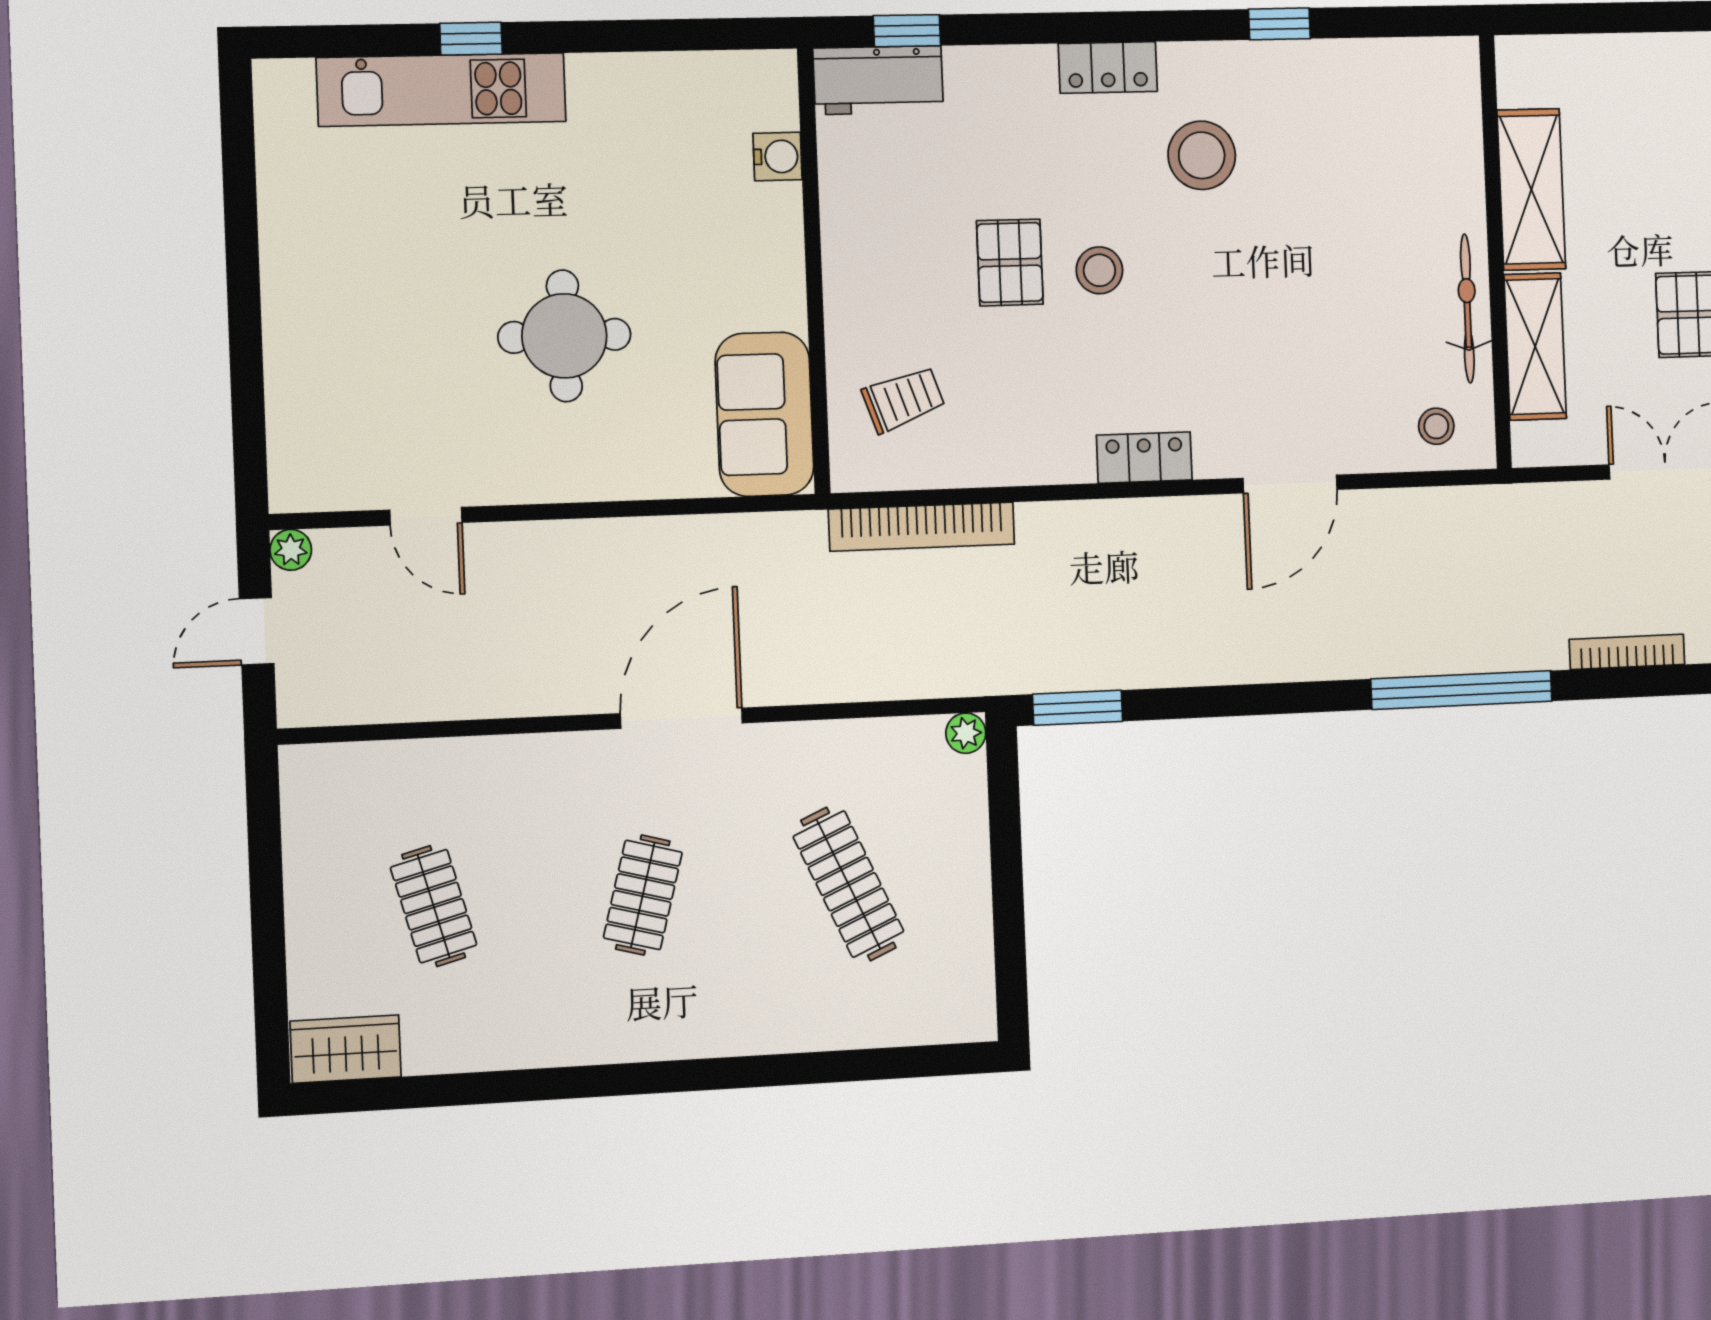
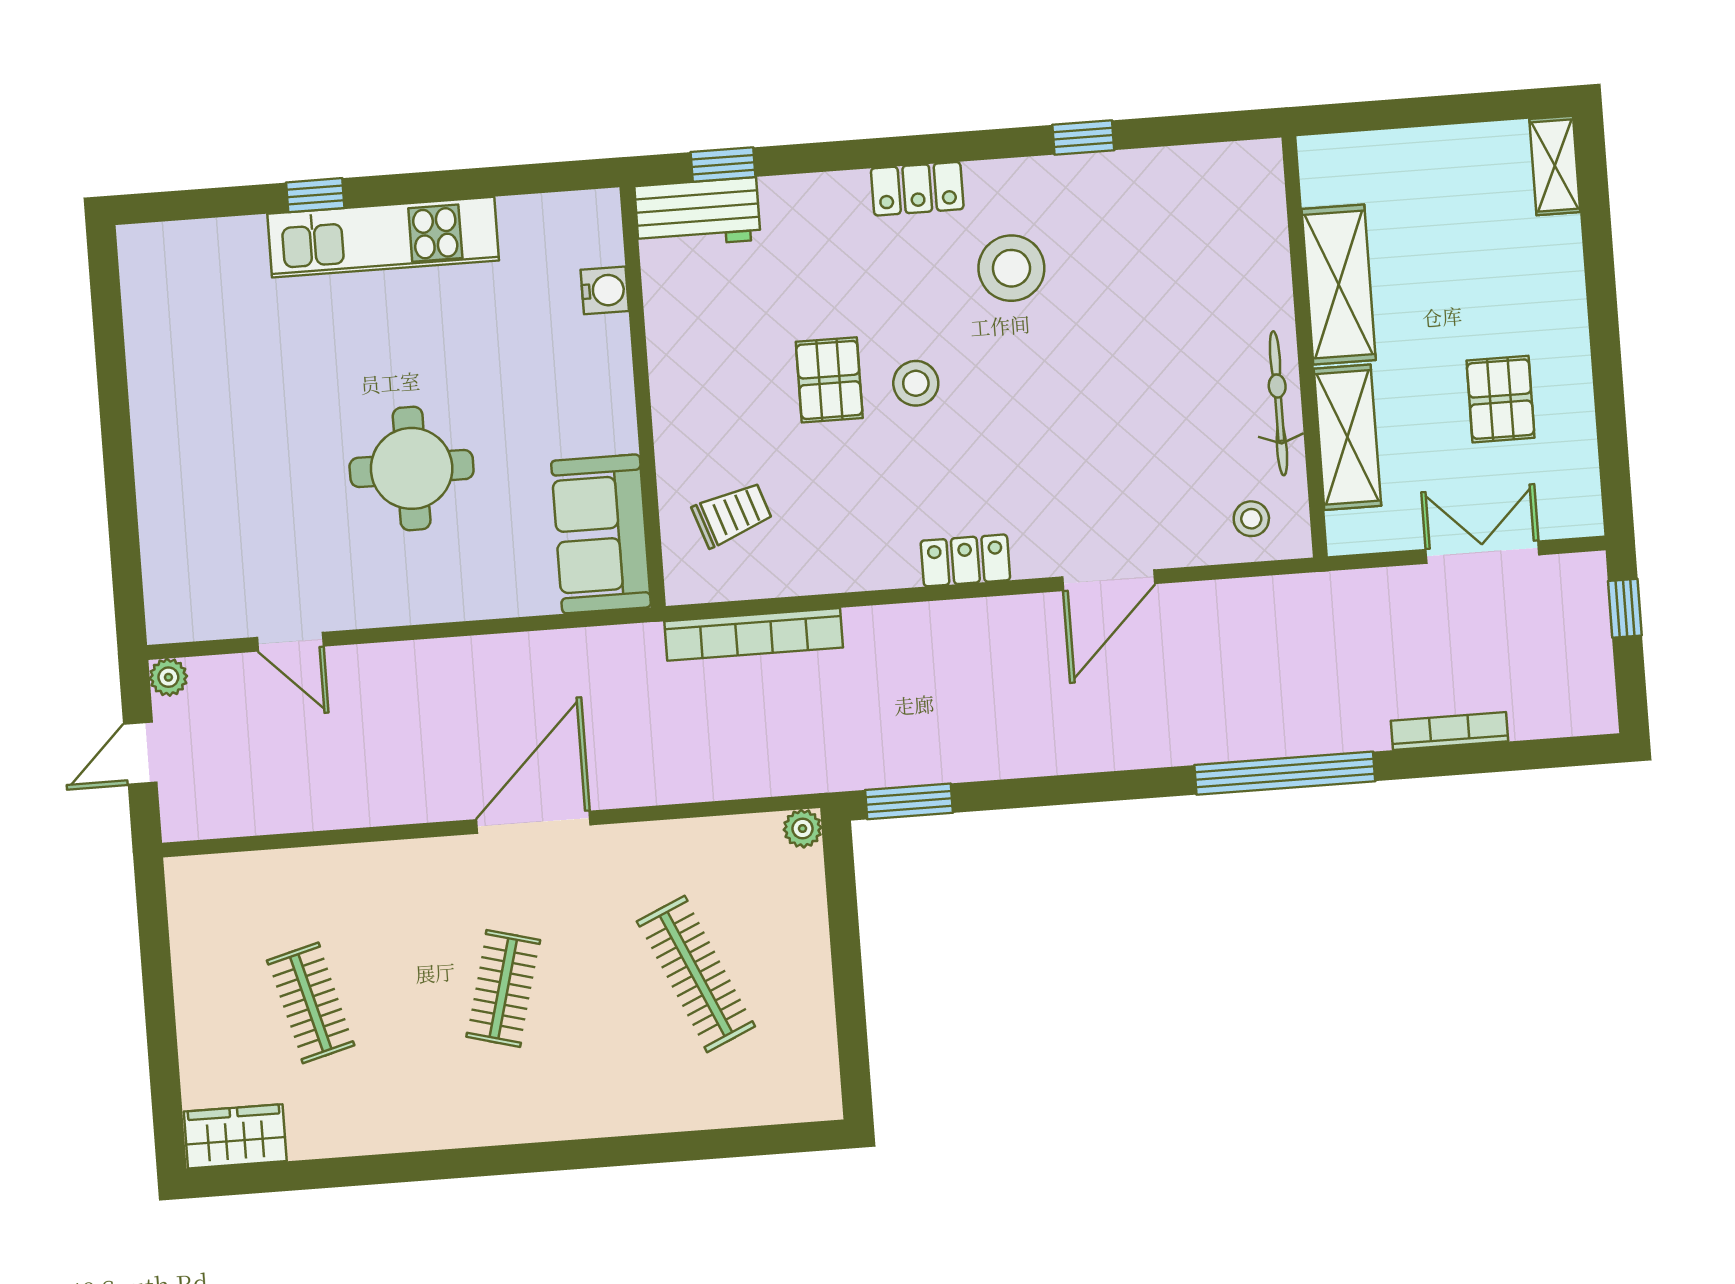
kitchen unit: (442, 90) -> (383, 237), moved

